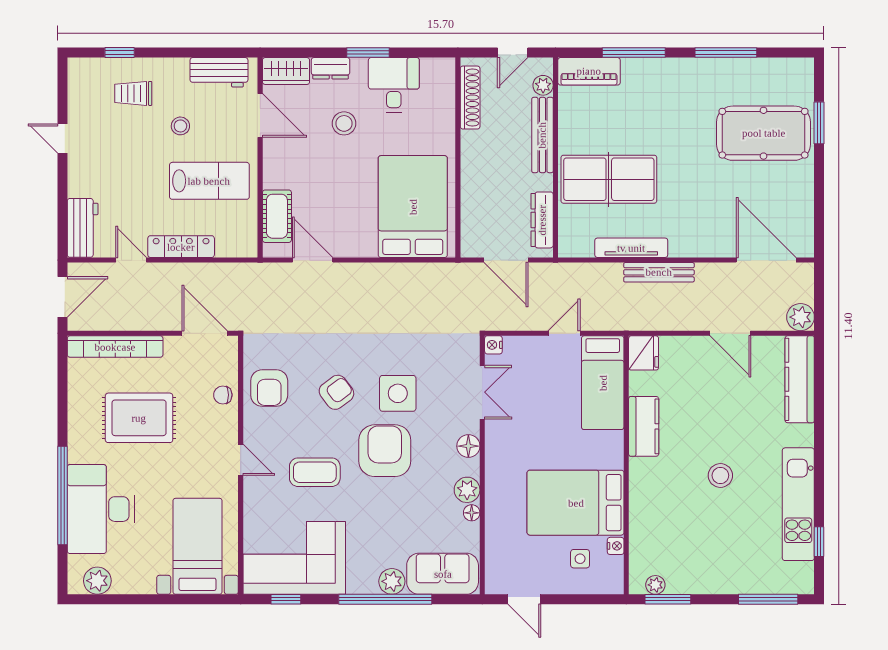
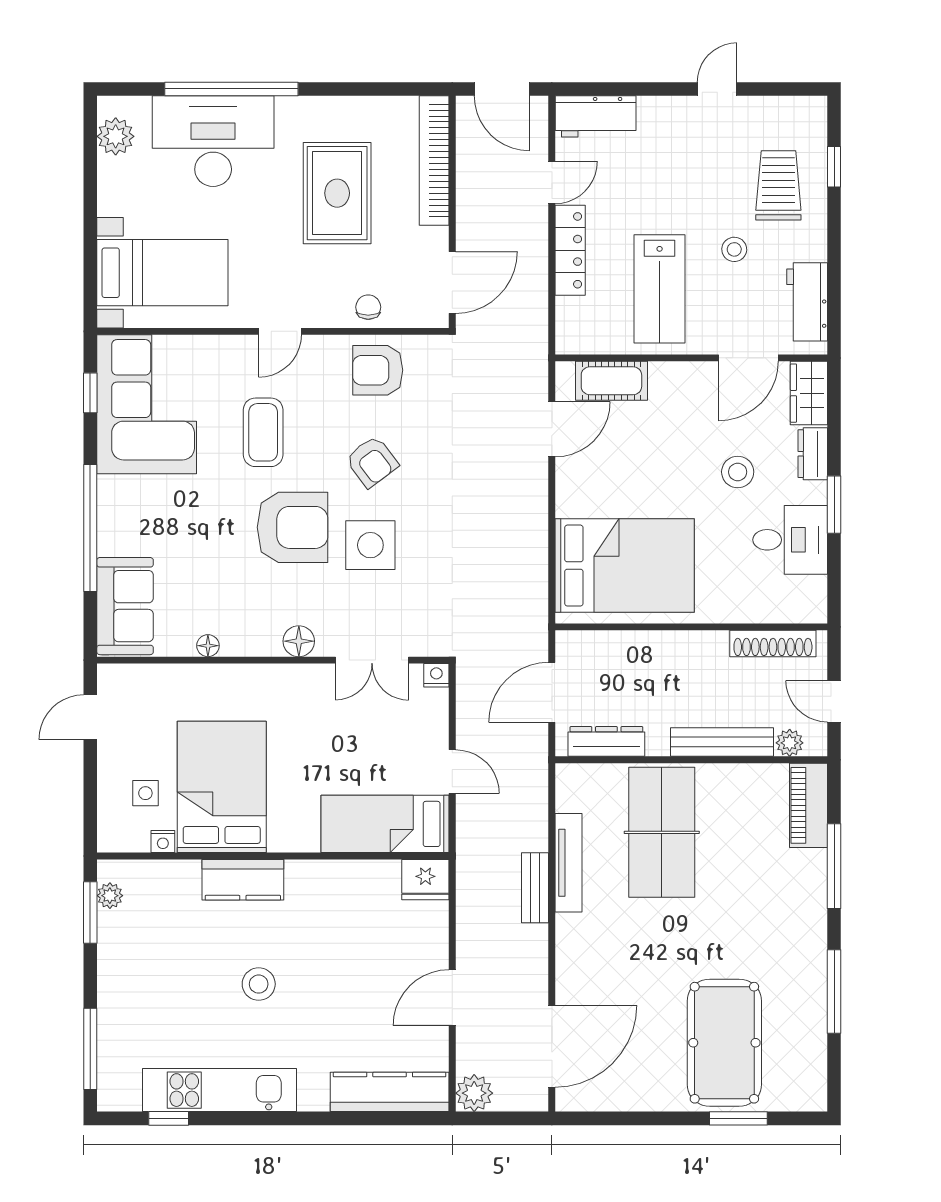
trolley: (133, 93) -> (778, 185), width x1.36, depth x1.39
bench: (659, 272) -> (535, 888), width x0.73
kitchen counter: (644, 426) -> (243, 880), moved
plant: (467, 490) -> (239, 639), removed
plant: (392, 581) -> (115, 537), removed

